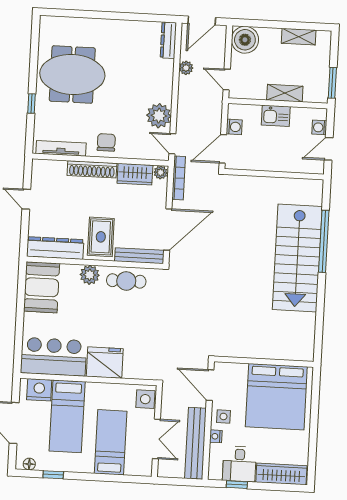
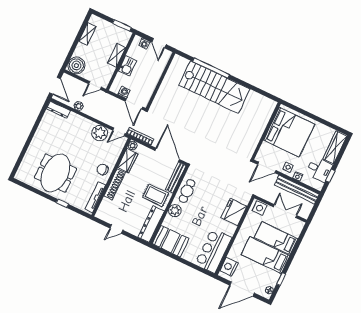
fridge: (105, 363) -> (234, 212), moved
bed: (67, 416) -> (266, 255), moved, turned 180

